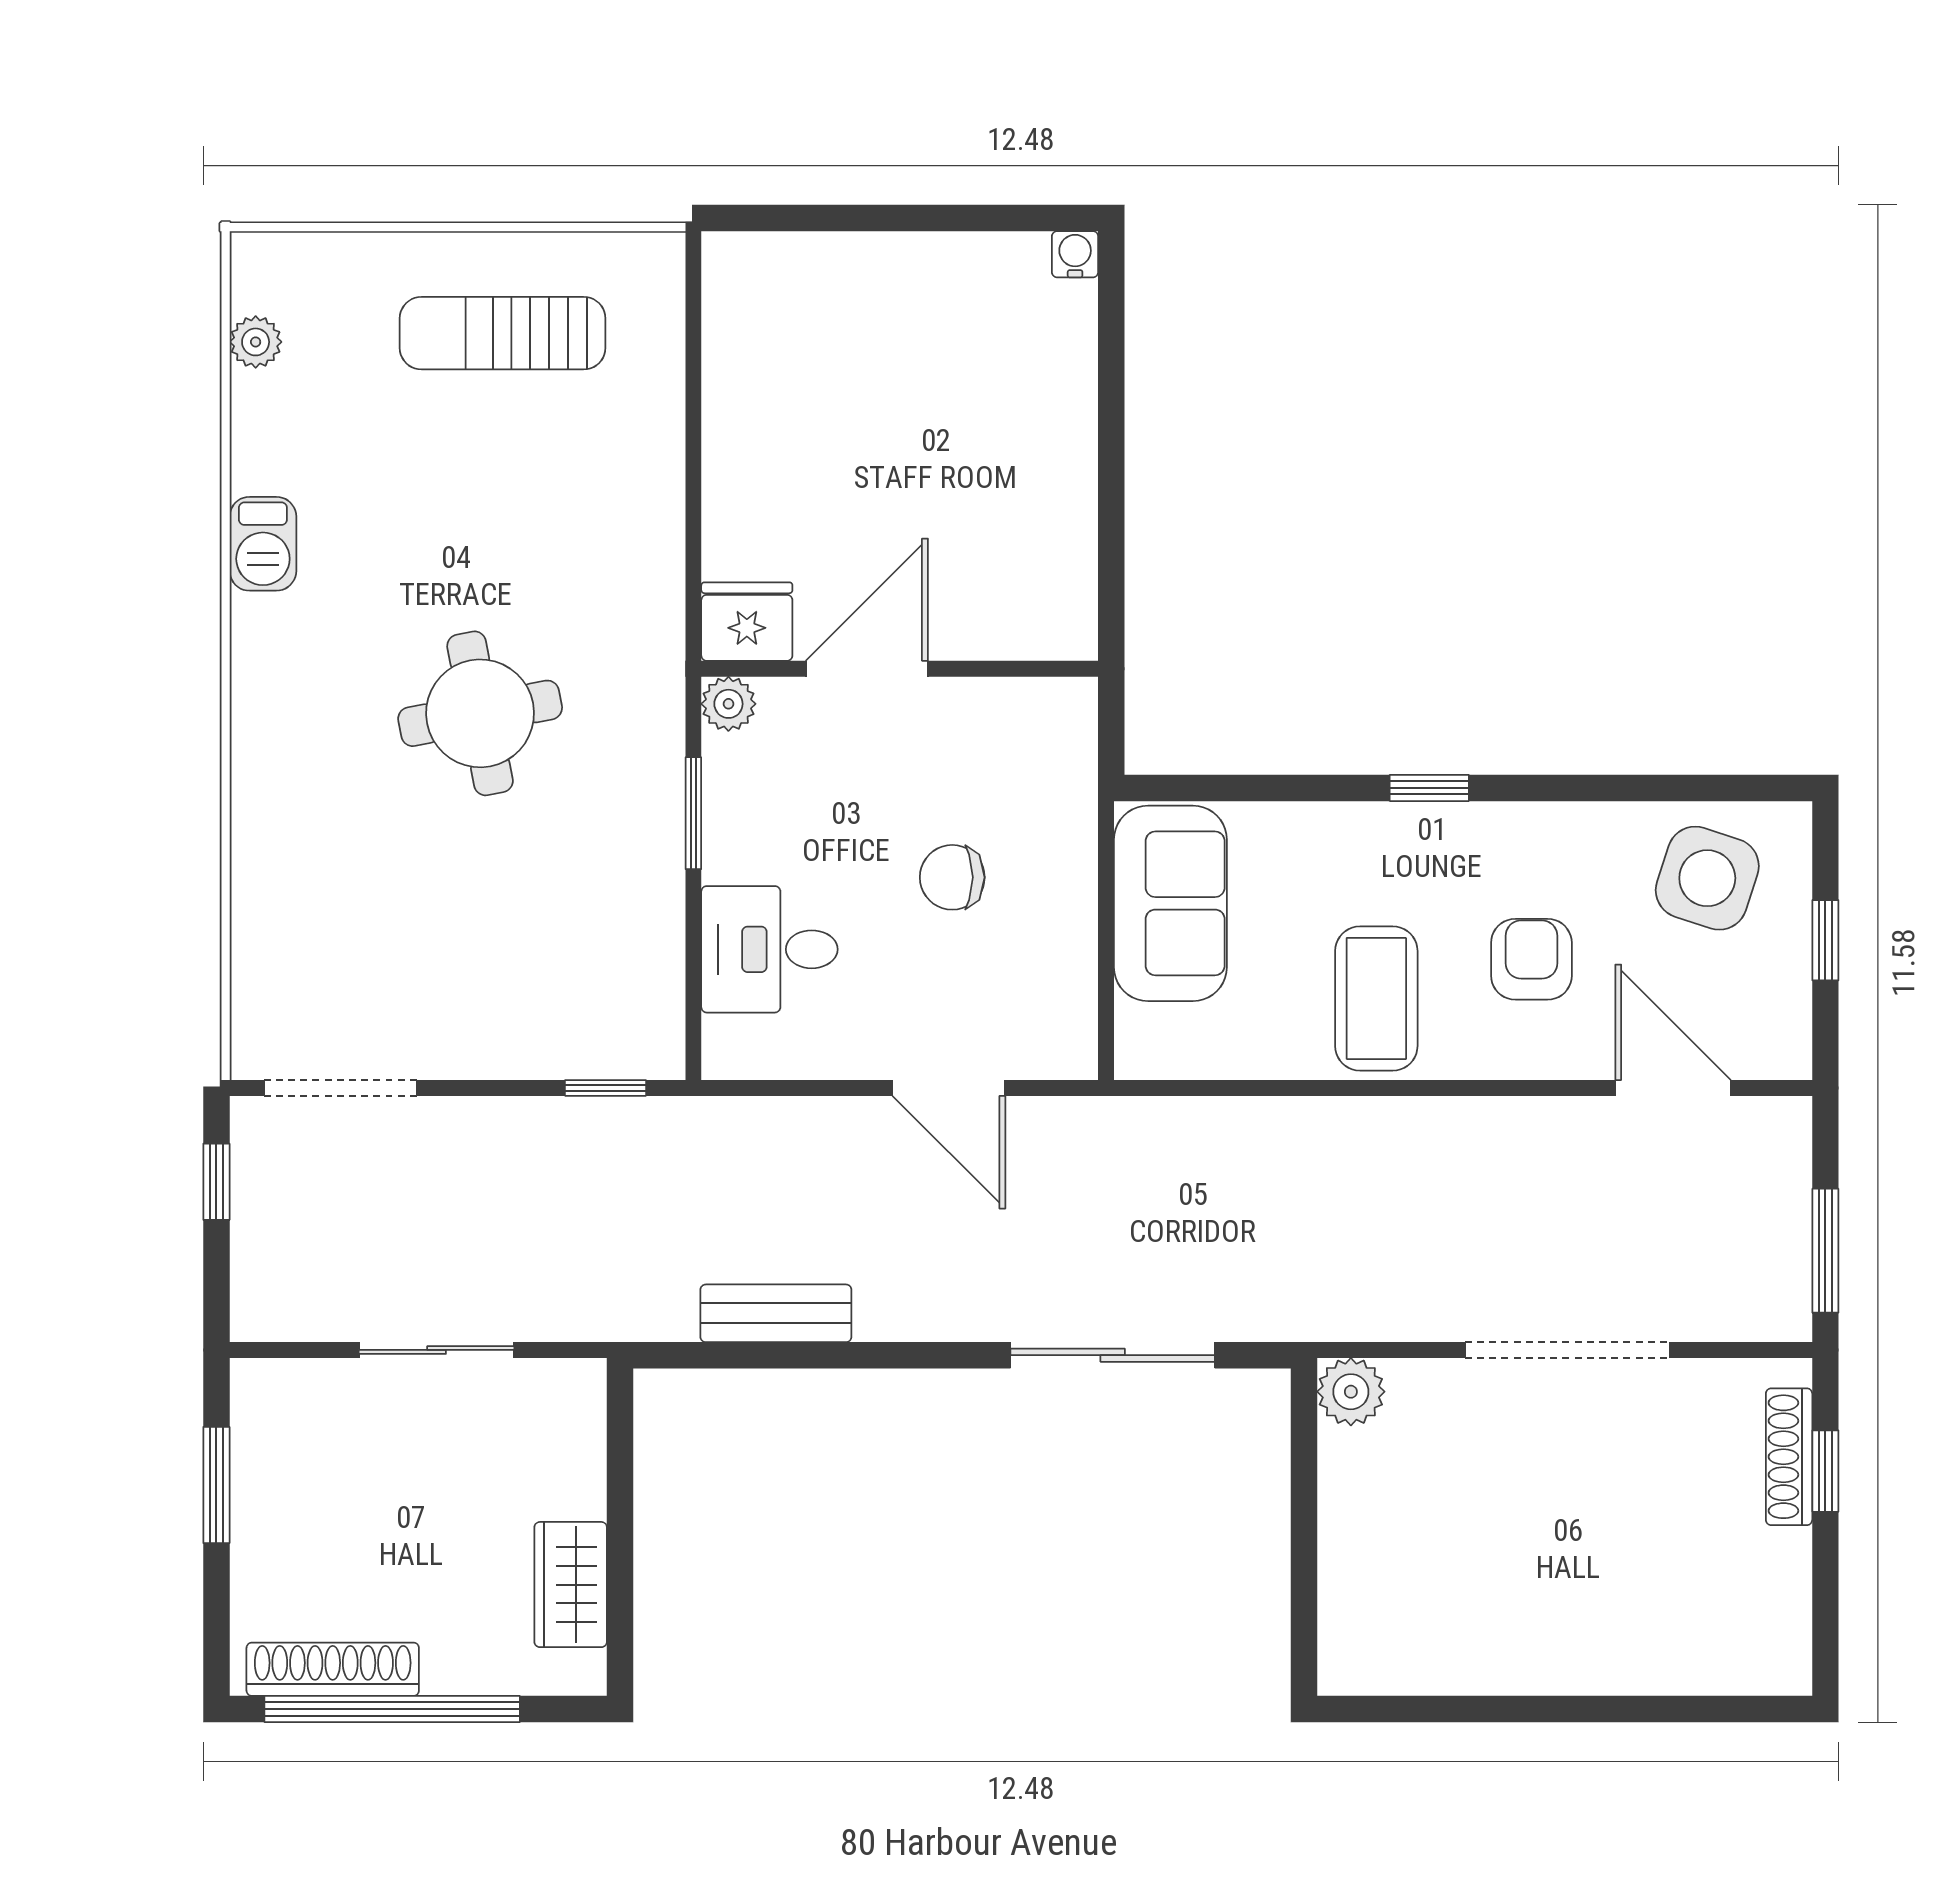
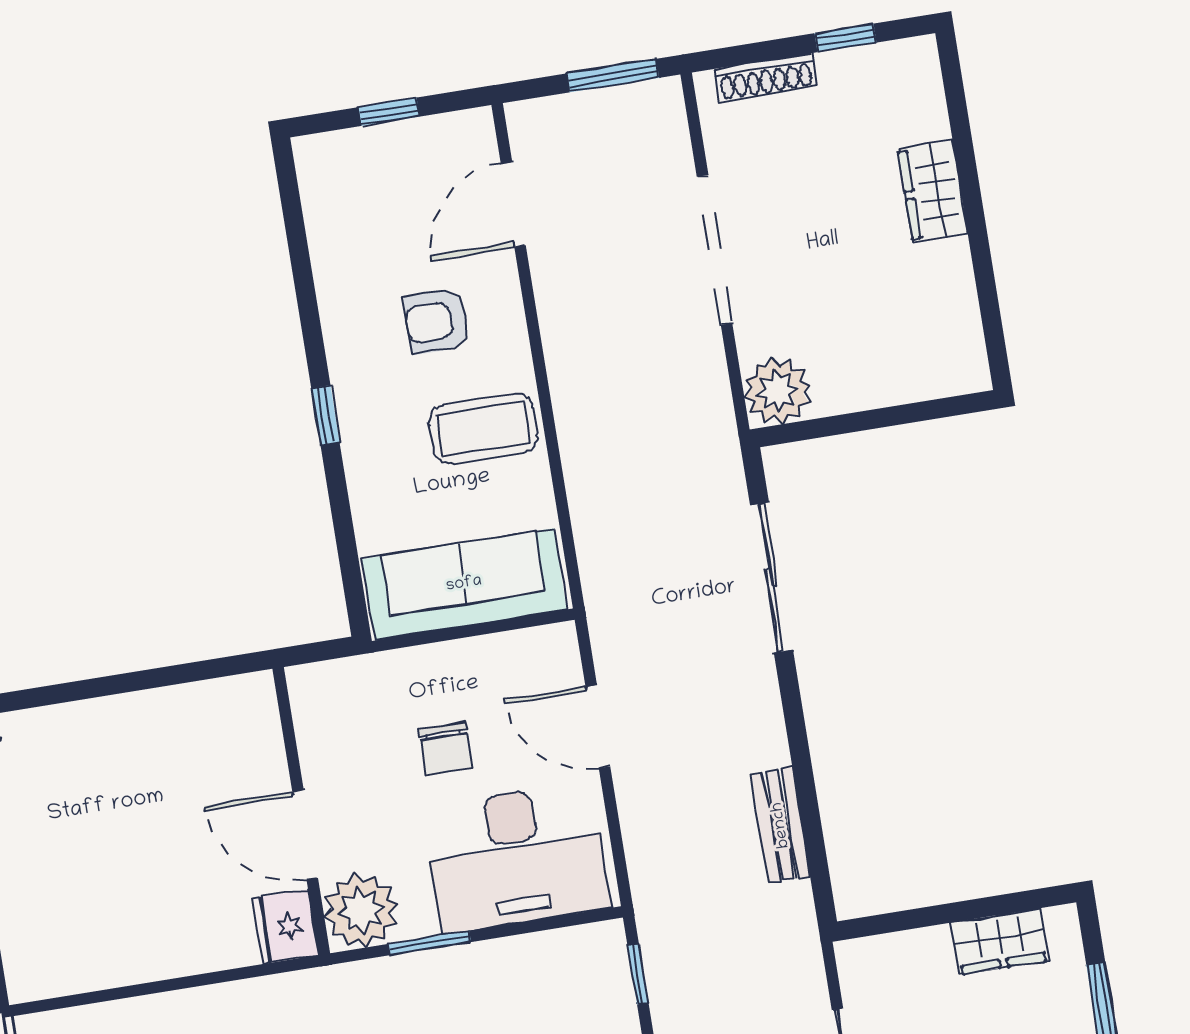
plant: (728, 704) -> (361, 910), width x1.88, depth x1.88
side table: (1707, 878) -> (358, 204), removed
sofa: (1170, 903) -> (464, 584), width x1.36
desk: (769, 949) -> (516, 857), width x1.87, depth x1.30
door: (949, 1088) -> (598, 727), swing flipped
plant: (1351, 1392) -> (777, 391), width x1.36, depth x1.36
window: (1825, 1471) -> (845, 38), moved
wardrobe: (1599, 1658) -> (933, 192), added

